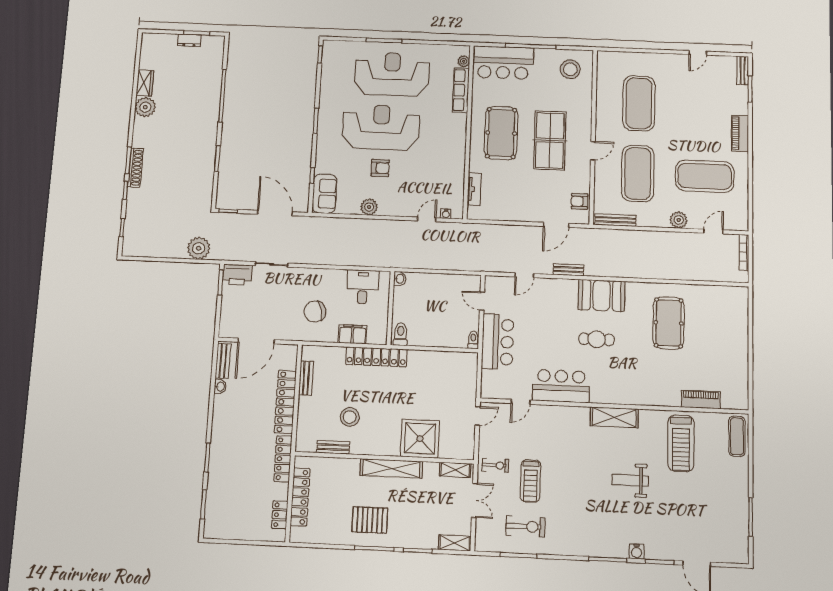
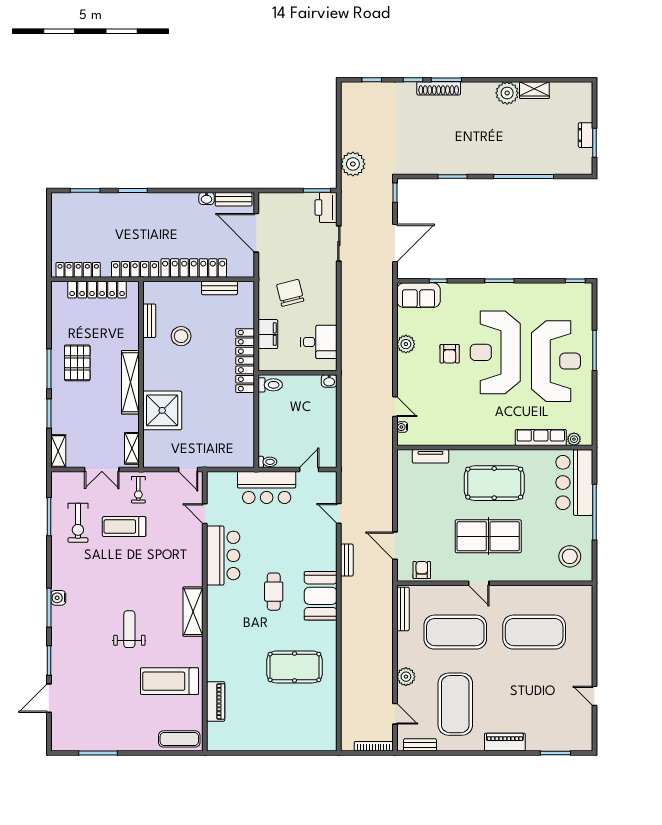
bench: (743, 70) -> (420, 745), moved
reception desk: (381, 127) -> (495, 352), turned 180
locker: (280, 515) -> (78, 270), width x1.53
water cooler: (637, 551) -> (58, 598), moved

